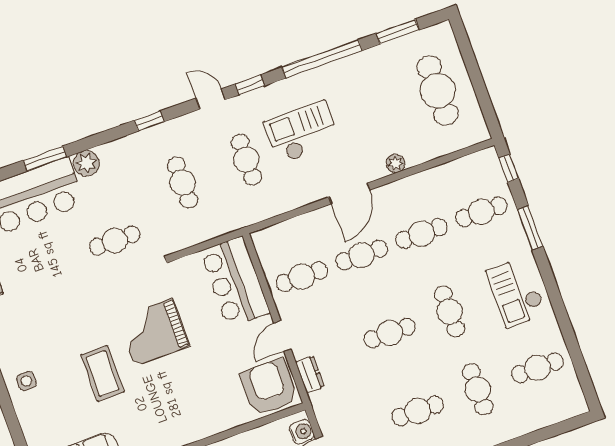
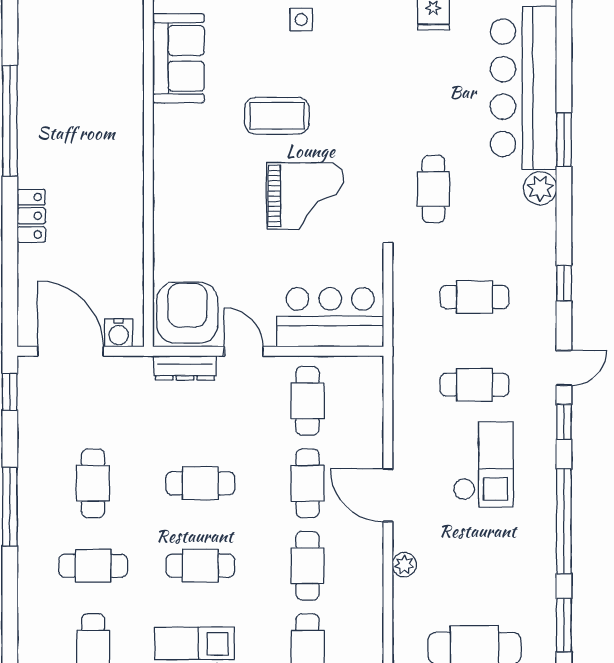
grand piano: (154, 332) -> (305, 196), turned 90
cafe table: (390, 333) -> (200, 483), turned 90
dresser: (310, 374) -> (185, 368), width x1.44
armchair: (269, 387) -> (187, 313), turned -90

